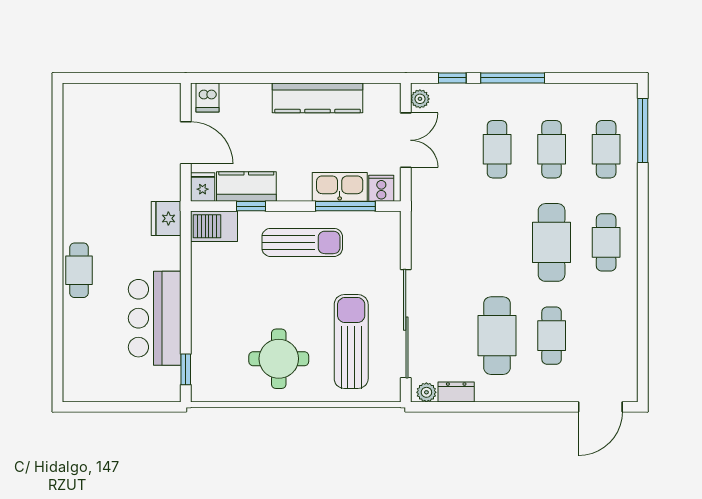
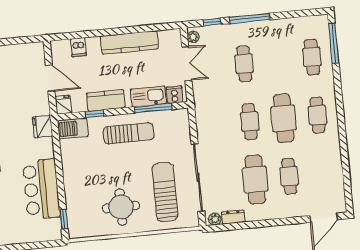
dishwasher: (207, 97) -> (78, 47), moved
cafe table: (552, 149) -> (250, 122), moved
kitchen counter: (246, 186) -> (106, 100), moved

